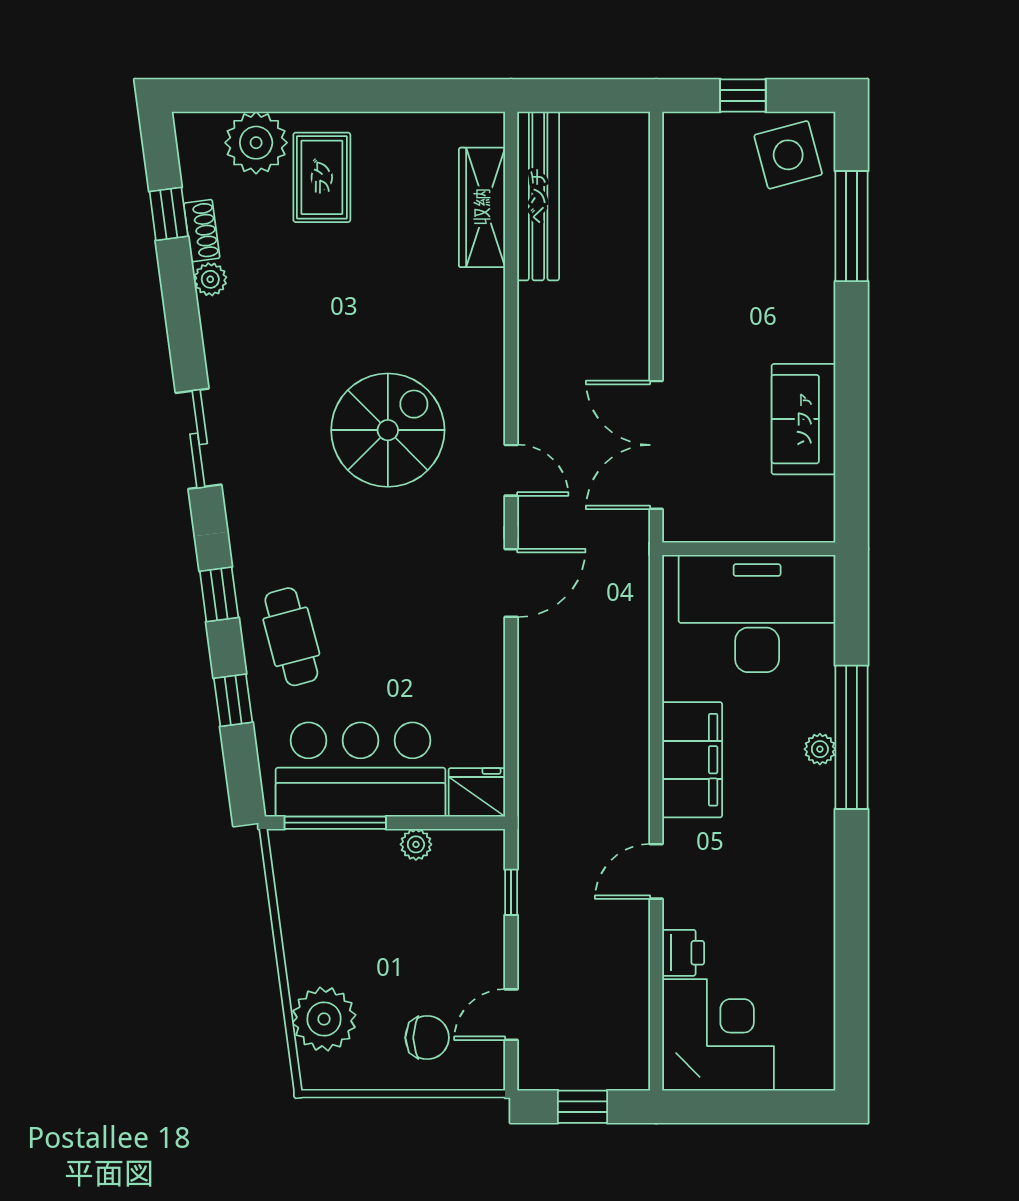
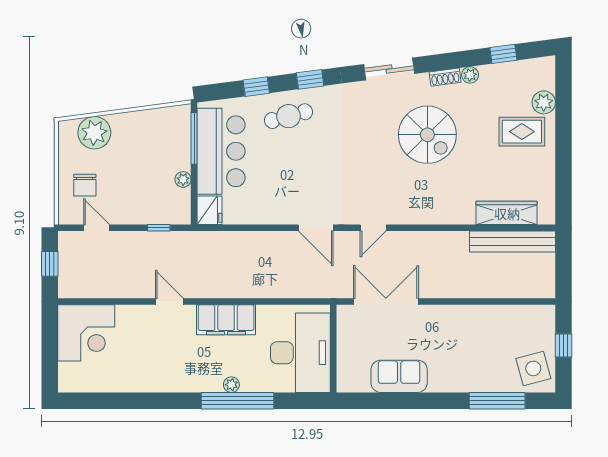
plant: (256, 143) -> (544, 102), width x0.73, depth x0.73
shoe rack: (202, 231) -> (445, 77), moved
spiral stairs: (388, 430) -> (427, 135), moved
printer: (683, 953) -> (128, 315), removed

